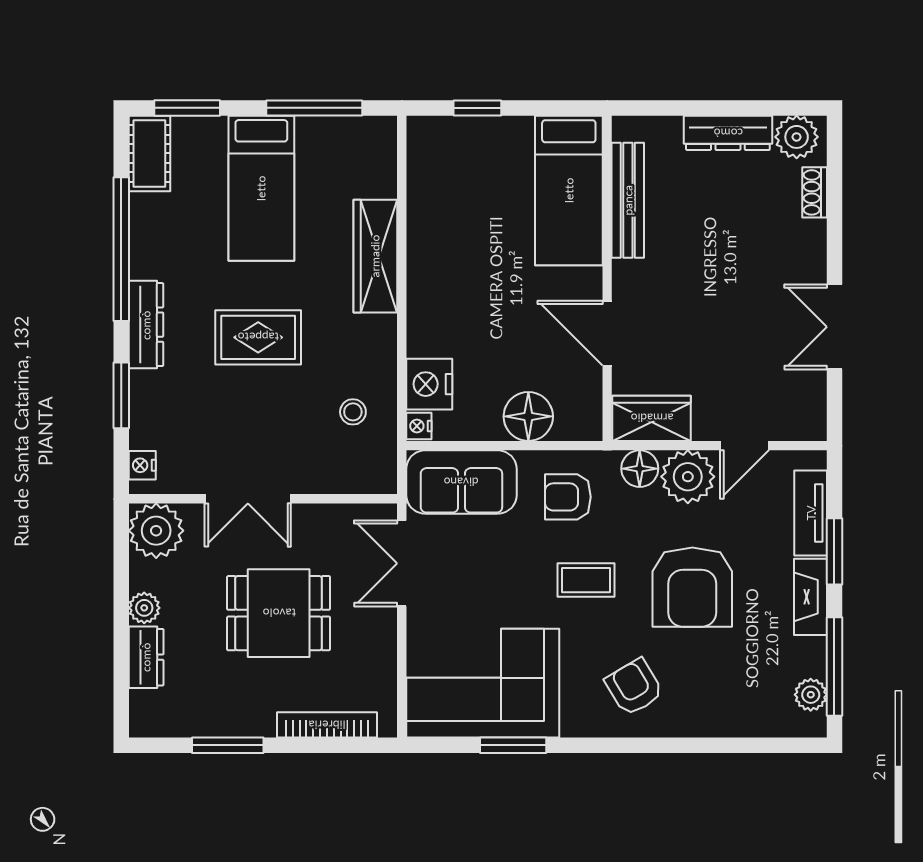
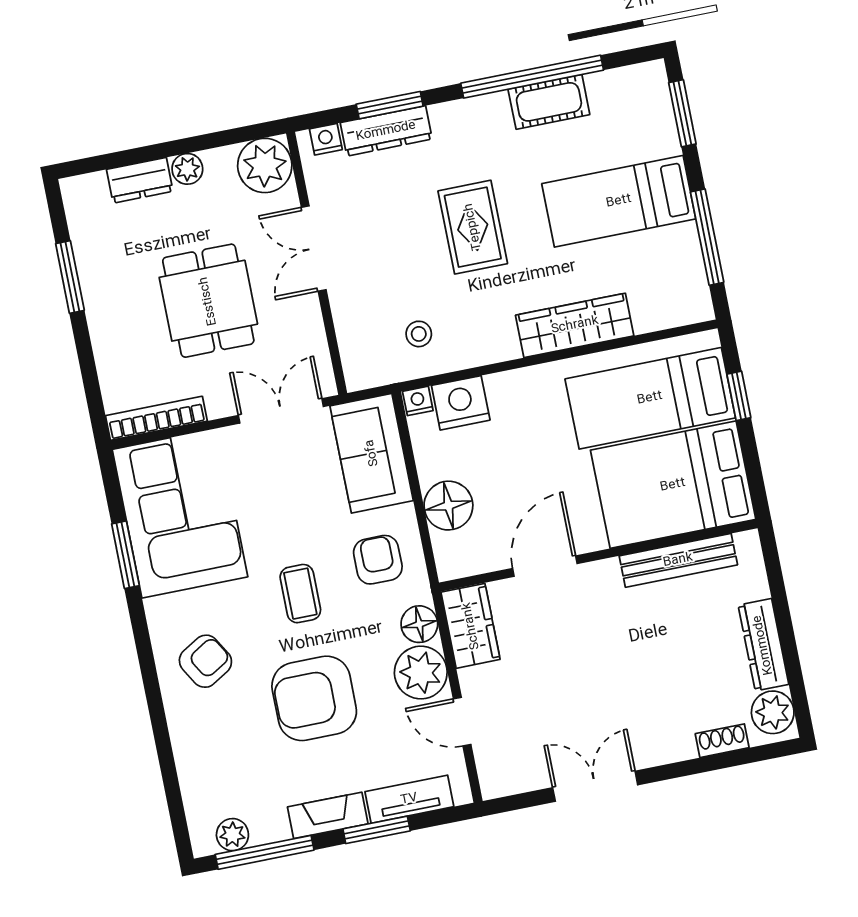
cot: (149, 153) -> (549, 102), moved
bed: (569, 190) -> (673, 485), width x1.50
bed: (462, 196) -> (650, 398), added
dresser: (146, 325) -> (386, 131), moved
bookcase: (327, 725) -> (156, 418), moved, turned -90

